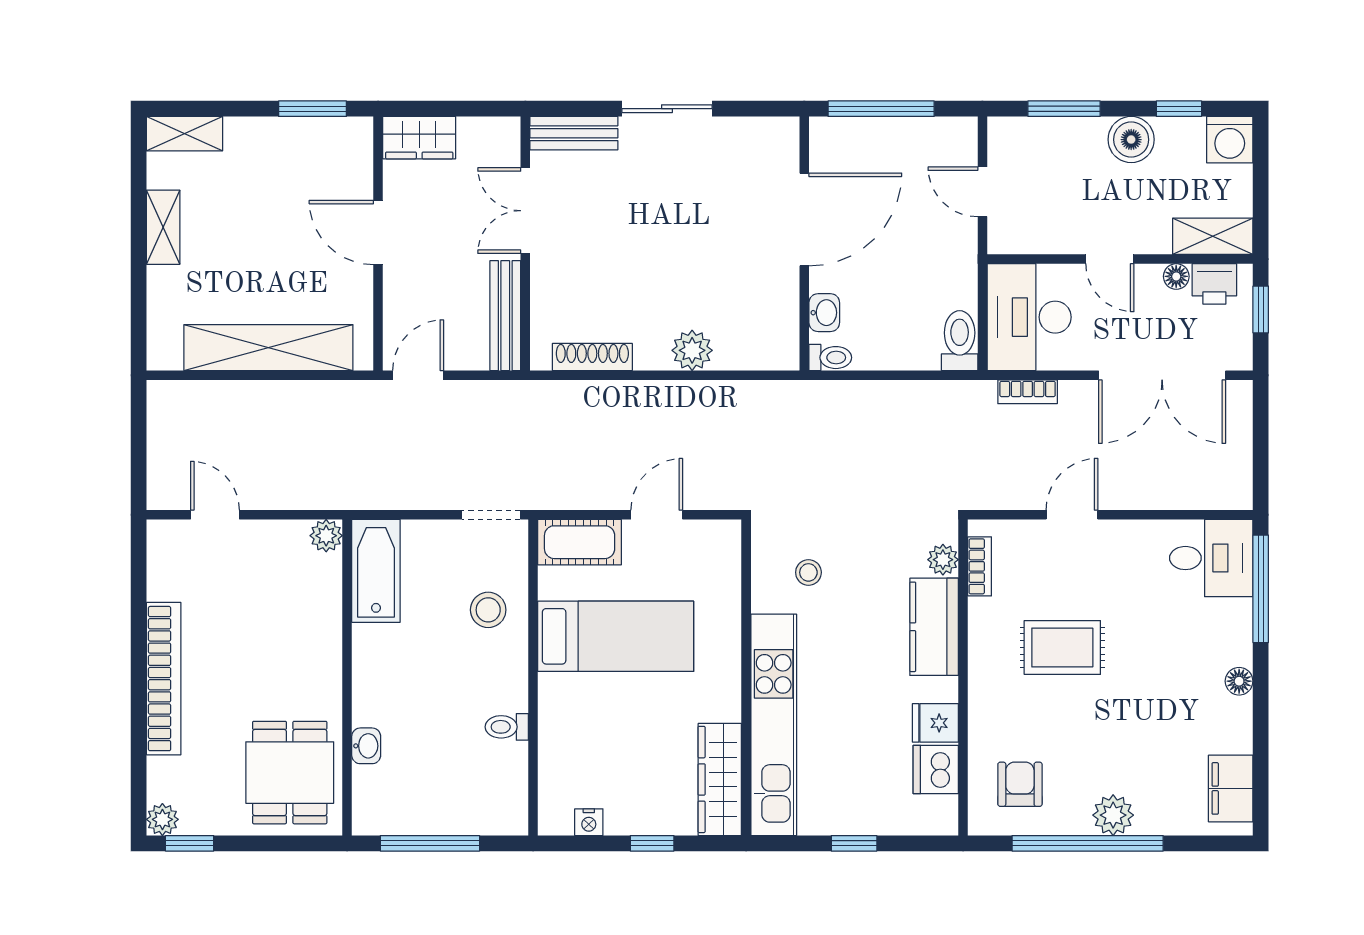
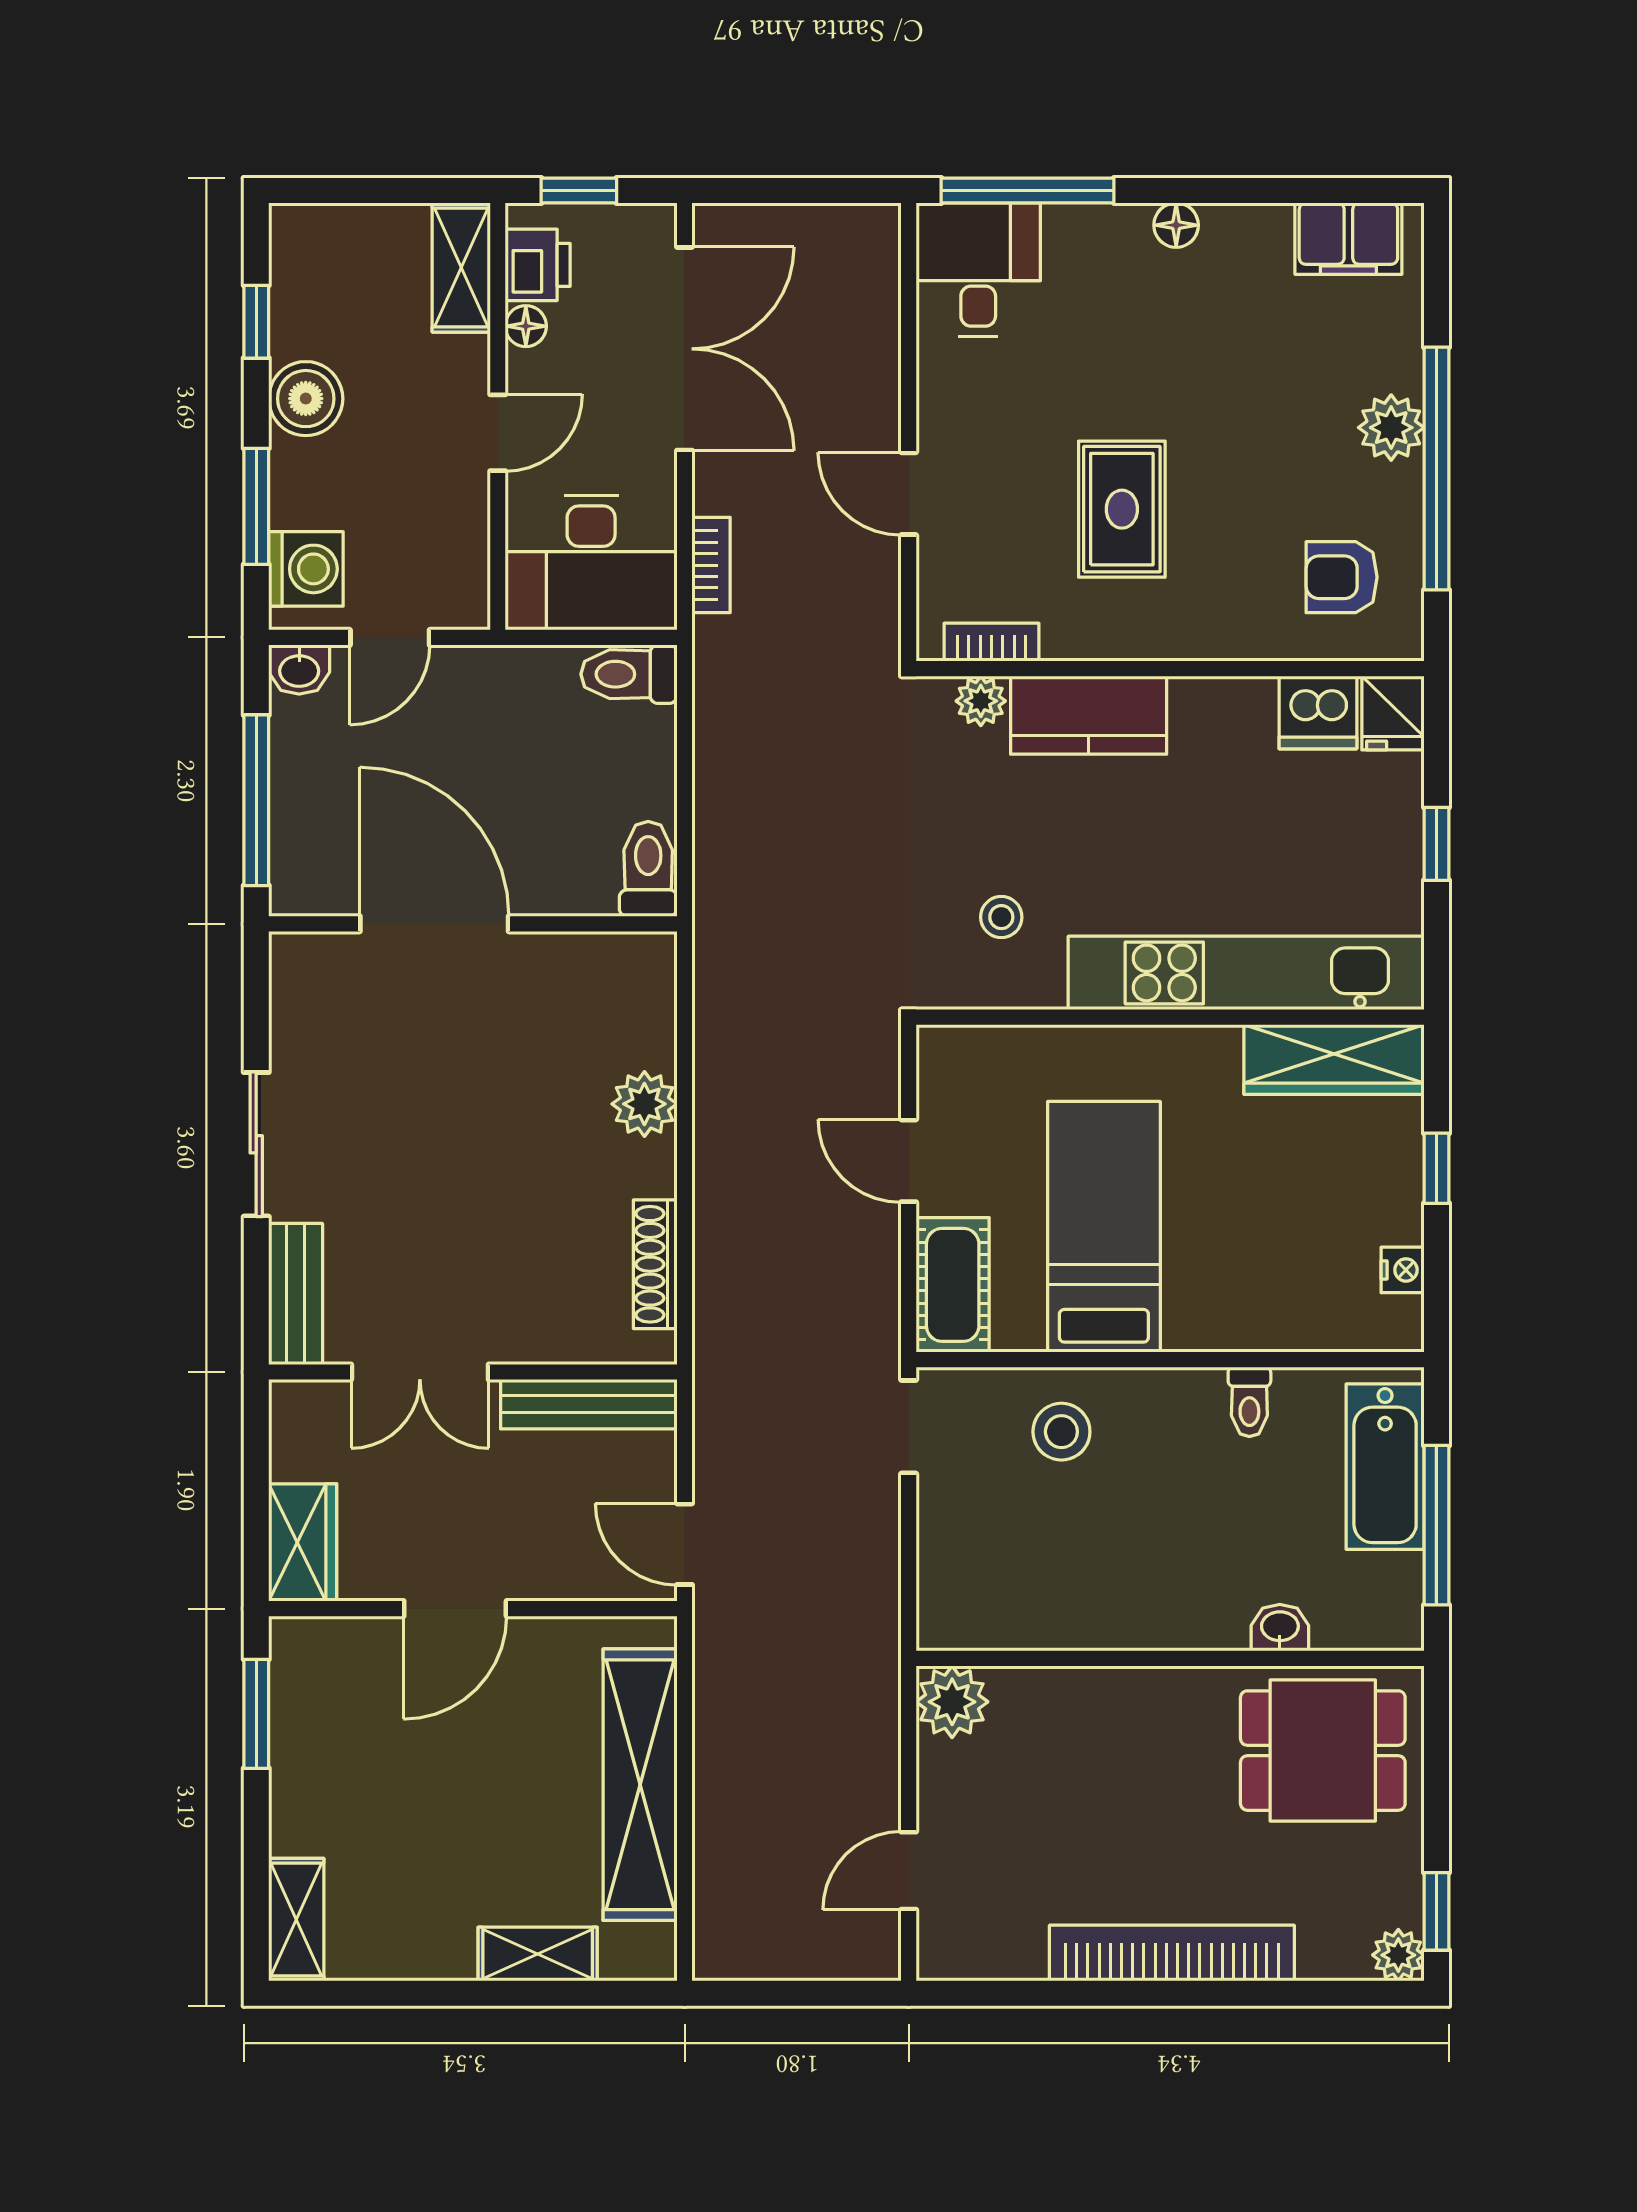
washing machine: (1230, 140) -> (306, 569), moved
shelving: (163, 227) -> (538, 1954), moved
washbasin: (824, 313) -> (299, 670), moved, turned 180
toilet: (830, 358) -> (648, 869), width x1.37, depth x1.39
plant: (326, 536) -> (952, 1702), width x1.38, depth x1.38
bathtub: (376, 571) -> (1385, 1467), moved, turned -90
fridge: (935, 723) -> (1393, 713), moved

